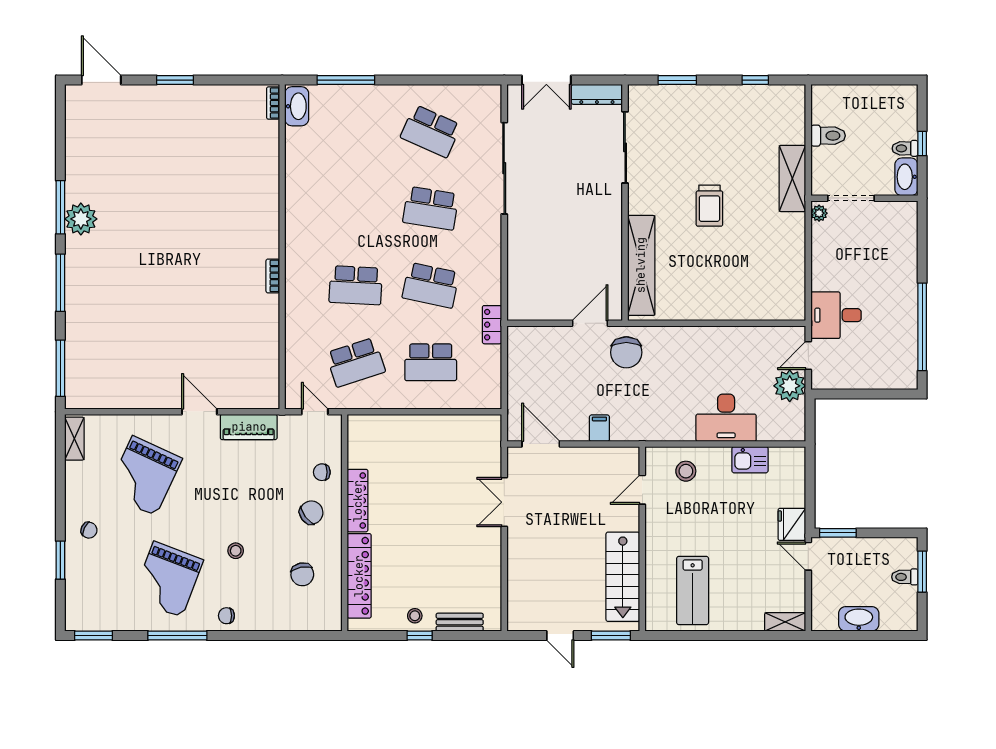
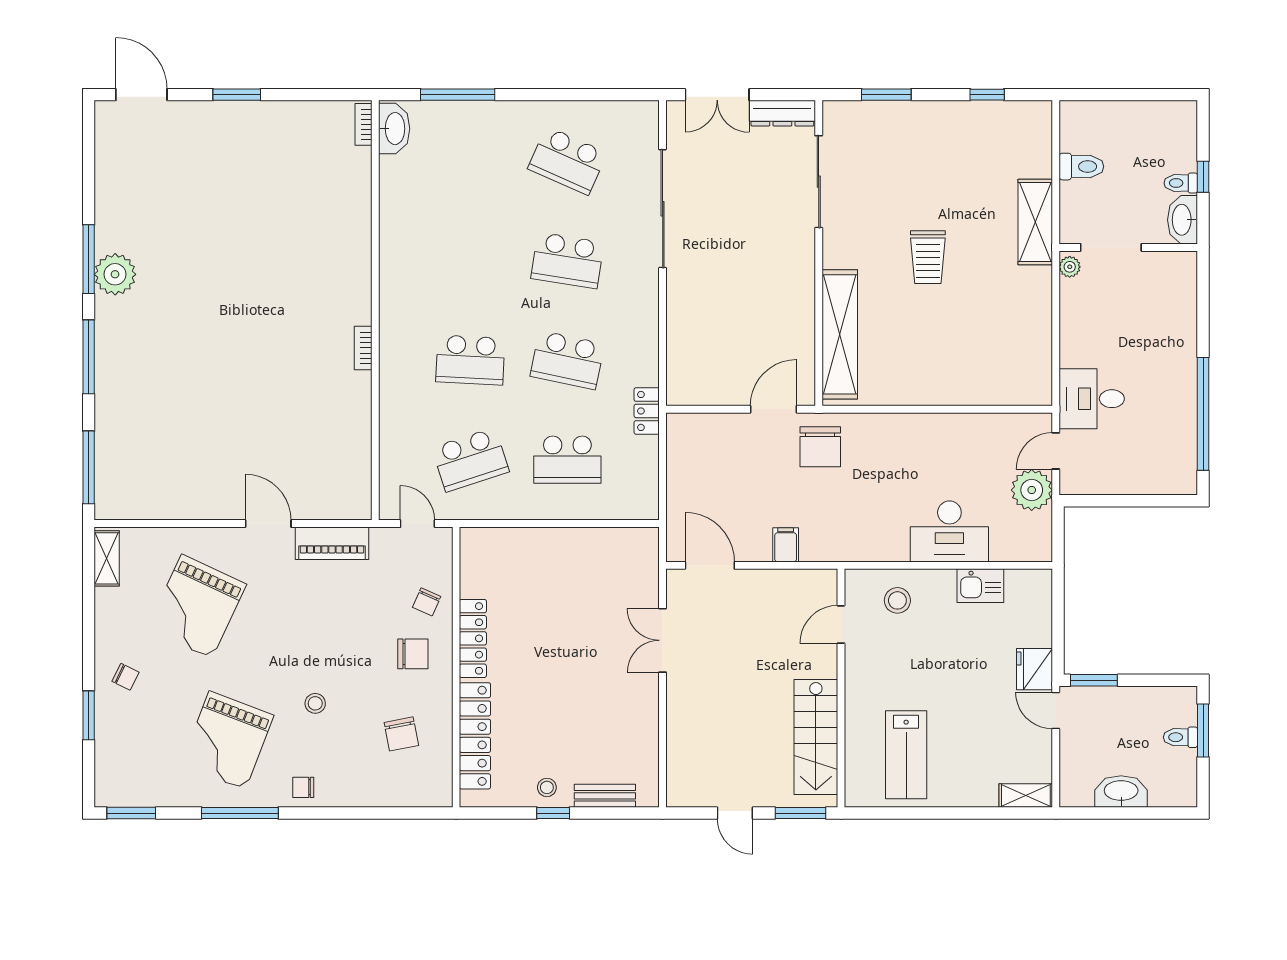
chair: (322, 472) -> (427, 602), turned -66
chair: (311, 513) -> (413, 654), turned 37

